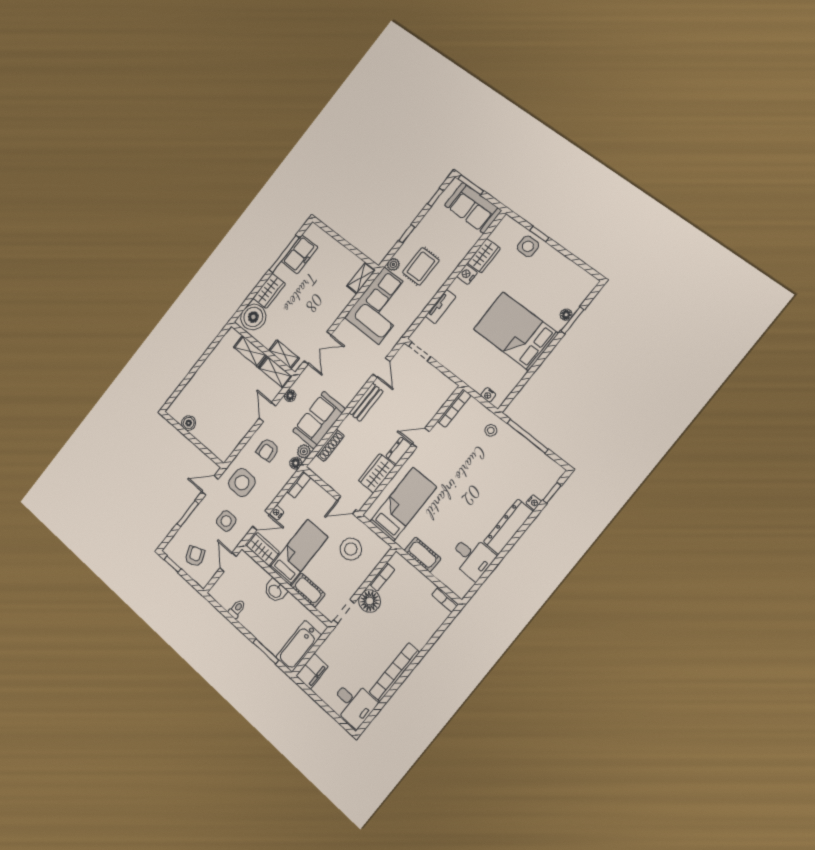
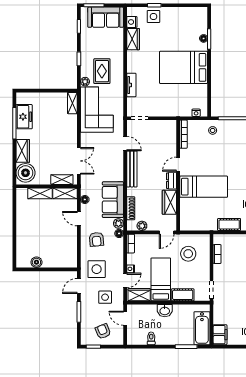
nightstand: (467, 274) -> (132, 22), moved
bench: (366, 402) -> (132, 169), width x1.36
plant: (326, 475) -> (142, 226), added
bed: (403, 504) -> (204, 187), moved, turned 90
floor lamp: (370, 601) -> (221, 272), removed

